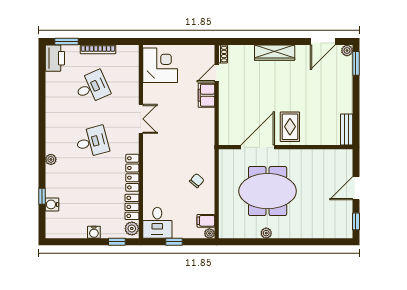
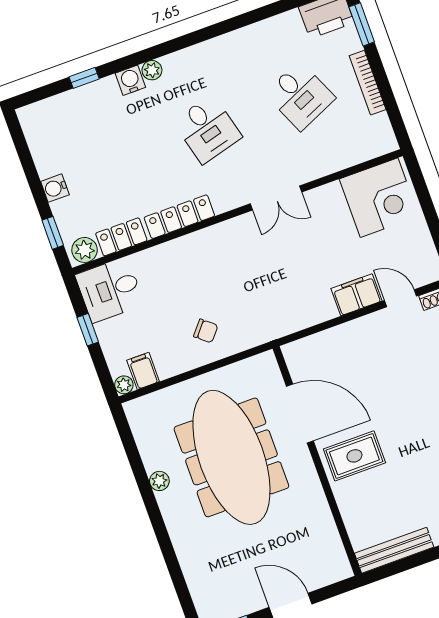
bench: (347, 130) -> (394, 550), width x1.36
meeting table: (268, 191) -> (231, 457), width x1.36
water cooler: (52, 204) -> (130, 80), moved

